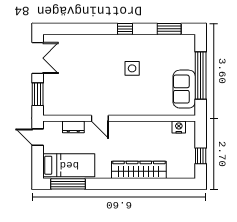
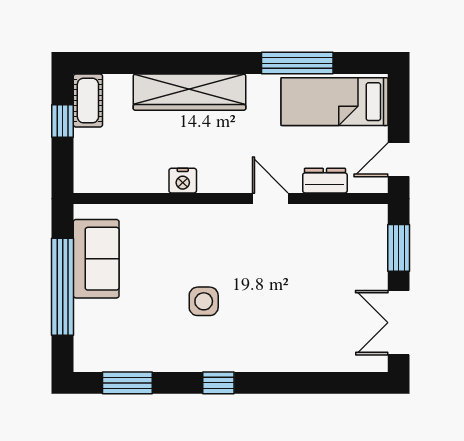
nightstand: (179, 127) -> (183, 181), moved
door: (38, 137) -> (399, 160), swing flipped
cot: (188, 166) -> (88, 101), added
window: (68, 184) -> (297, 63), moved

